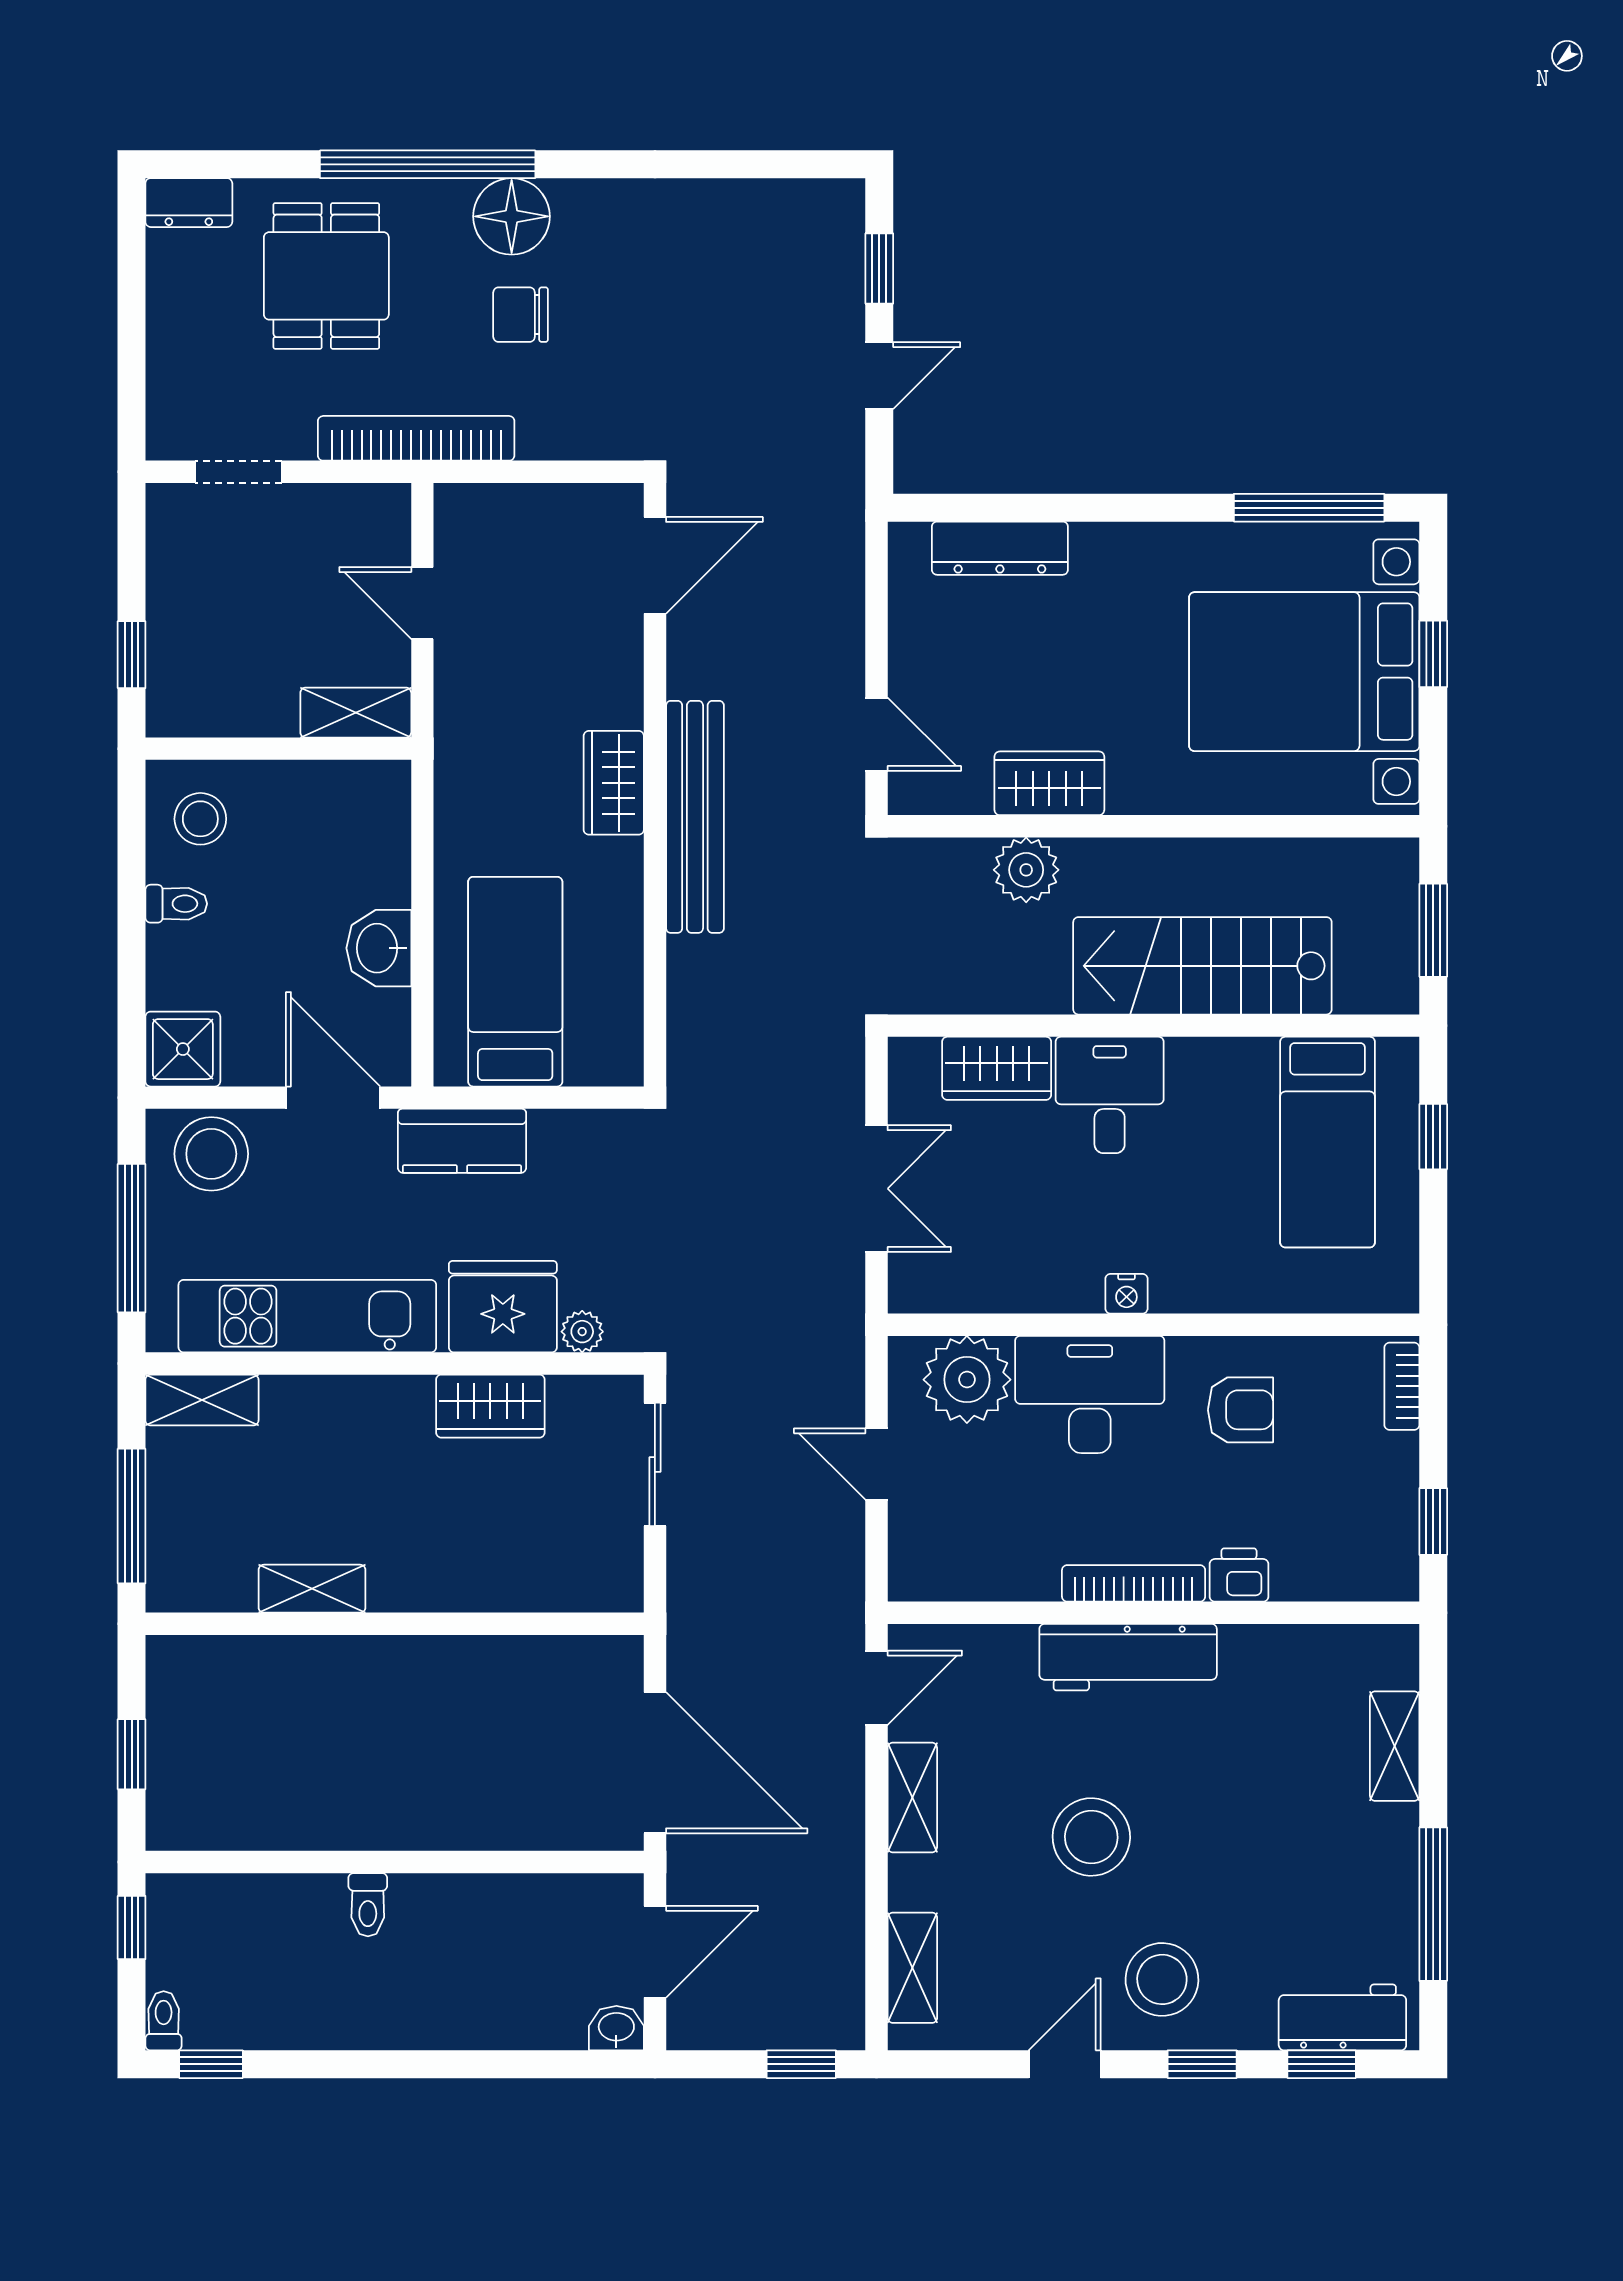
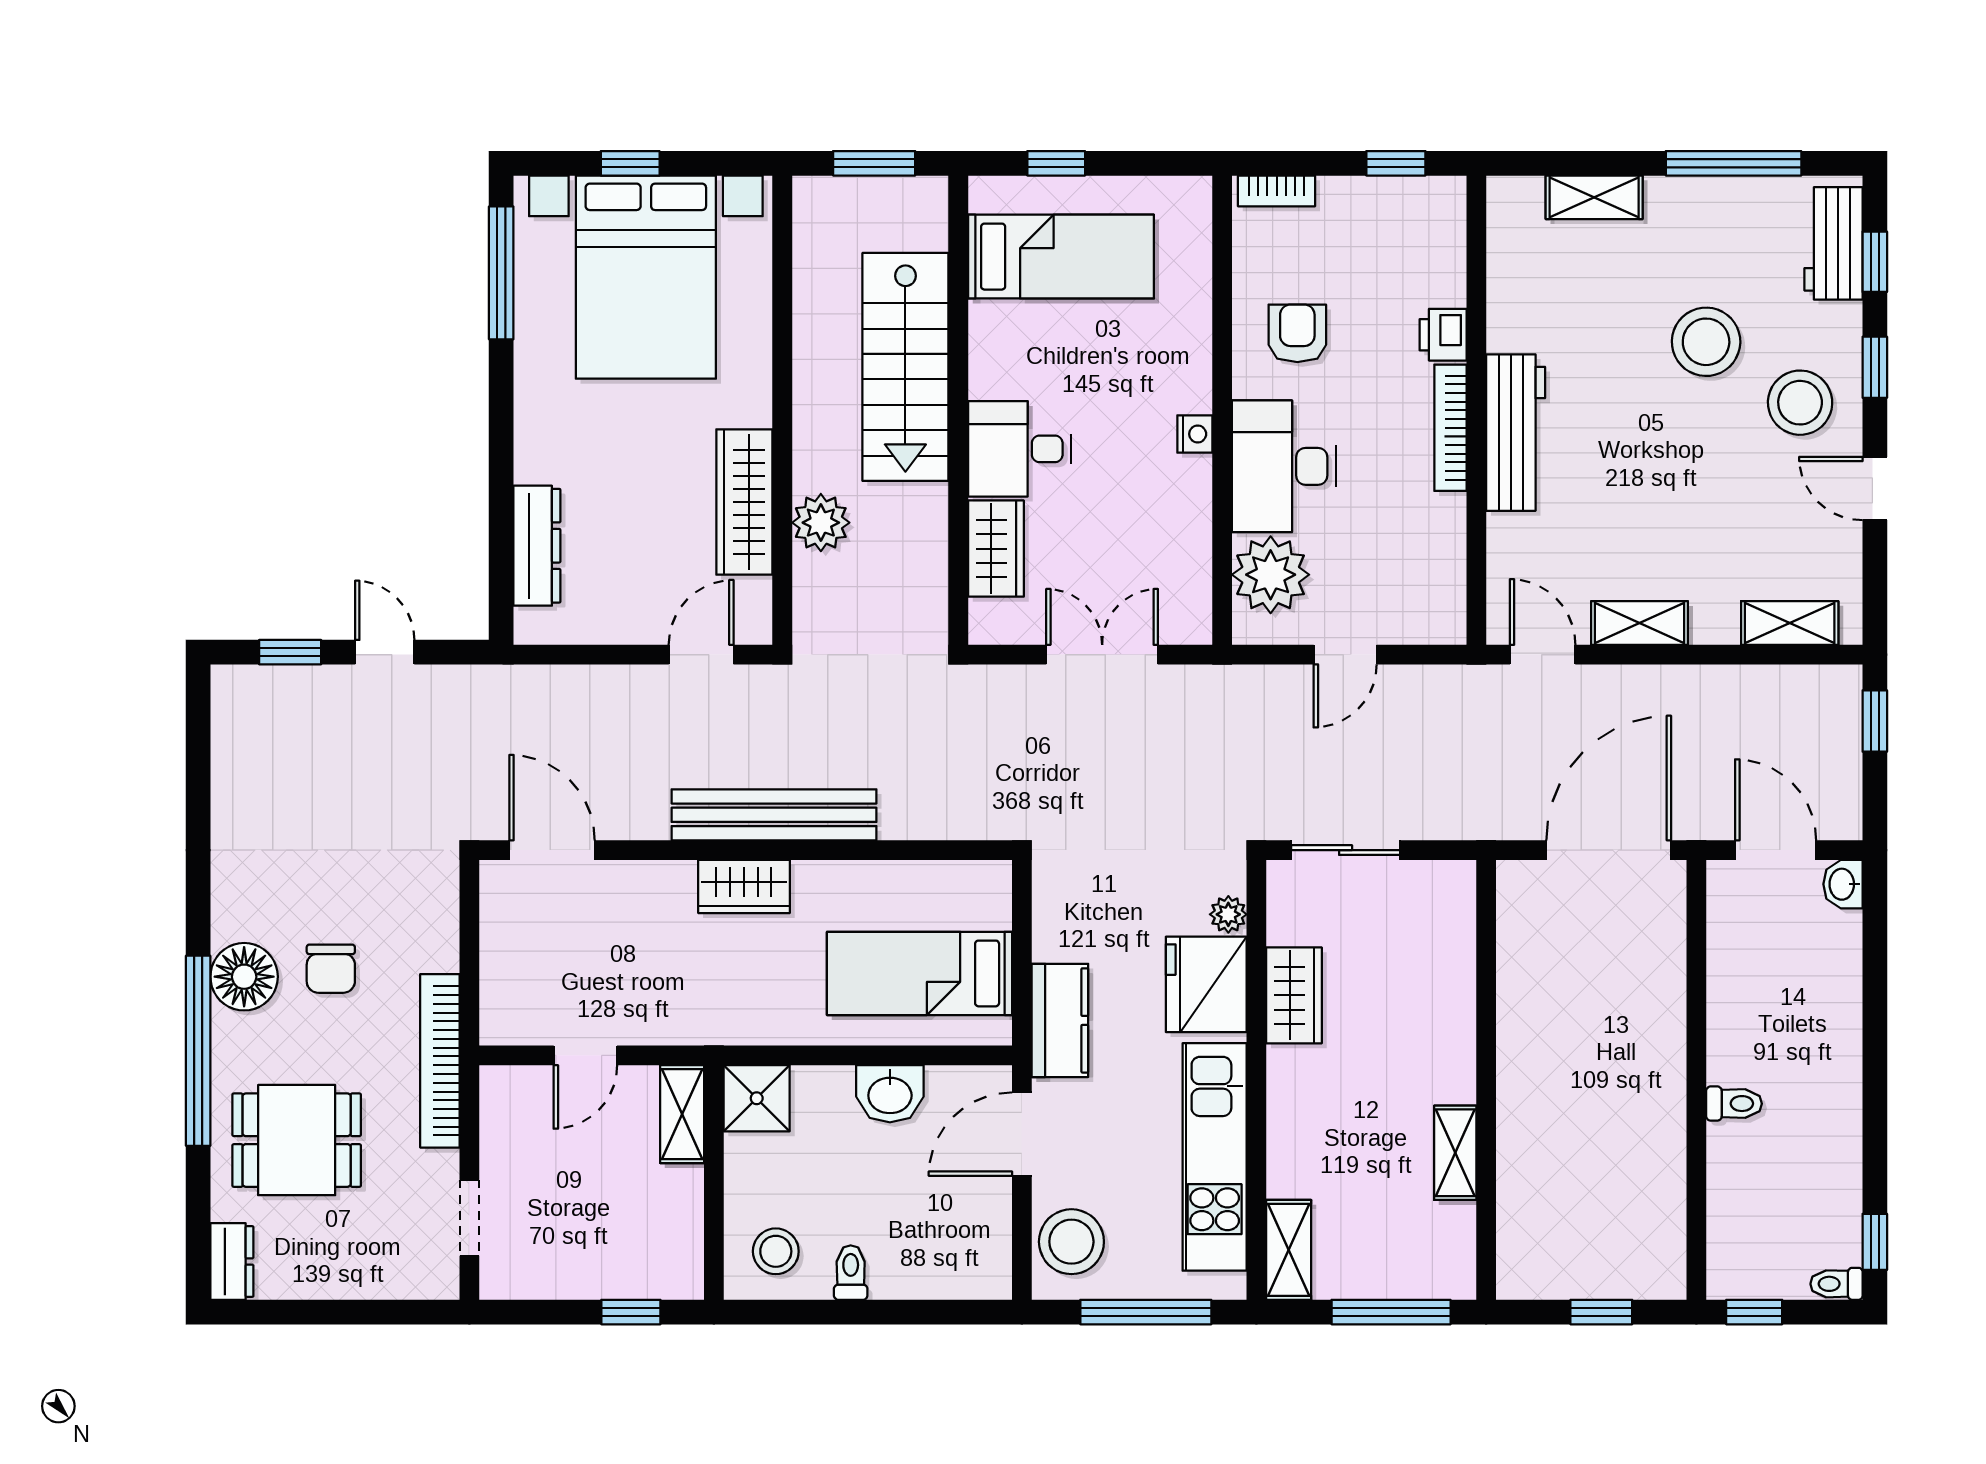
wardrobe: (1049, 783) -> (744, 502), width x1.50
shower: (183, 1049) -> (757, 1098), moved
stool: (1091, 1837) -> (1706, 342), moved

